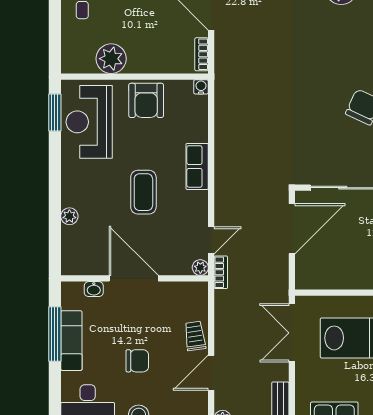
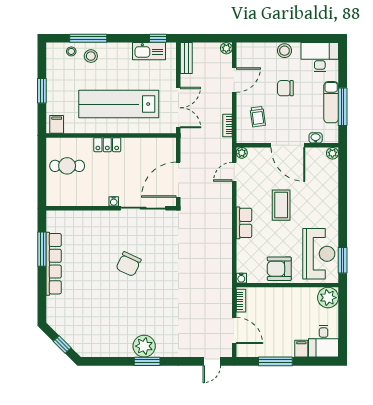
plant: (111, 59) -> (328, 298), moved
armchair: (146, 100) -> (279, 269), turned -90
plant: (69, 216) -> (332, 153), moved
bookcase: (221, 272) -> (228, 125), moved
trolley: (195, 336) -> (258, 117), moved

